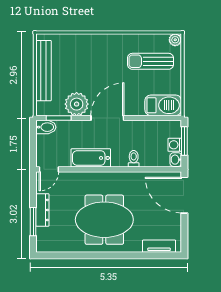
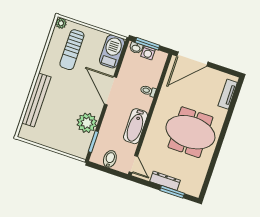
bench: (43, 71) -> (36, 100), moved, turned 90
door: (107, 118) -> (111, 91), moved
bidet: (46, 127) -> (110, 159), moved
washbasin: (176, 160) -> (136, 48), moved
meeting table: (104, 220) -> (190, 132), turned 90

